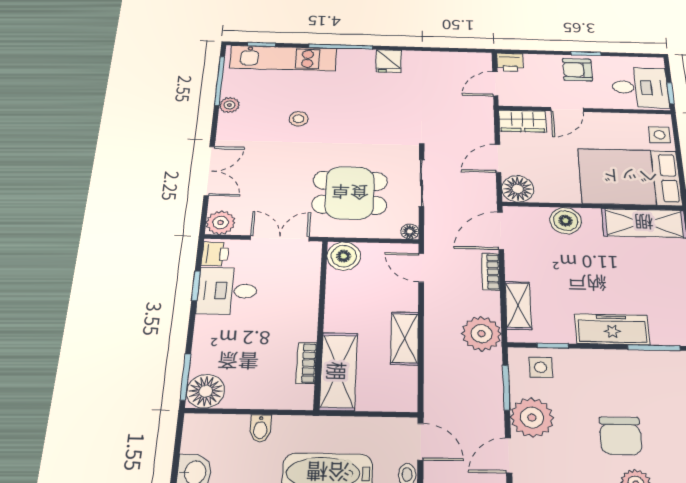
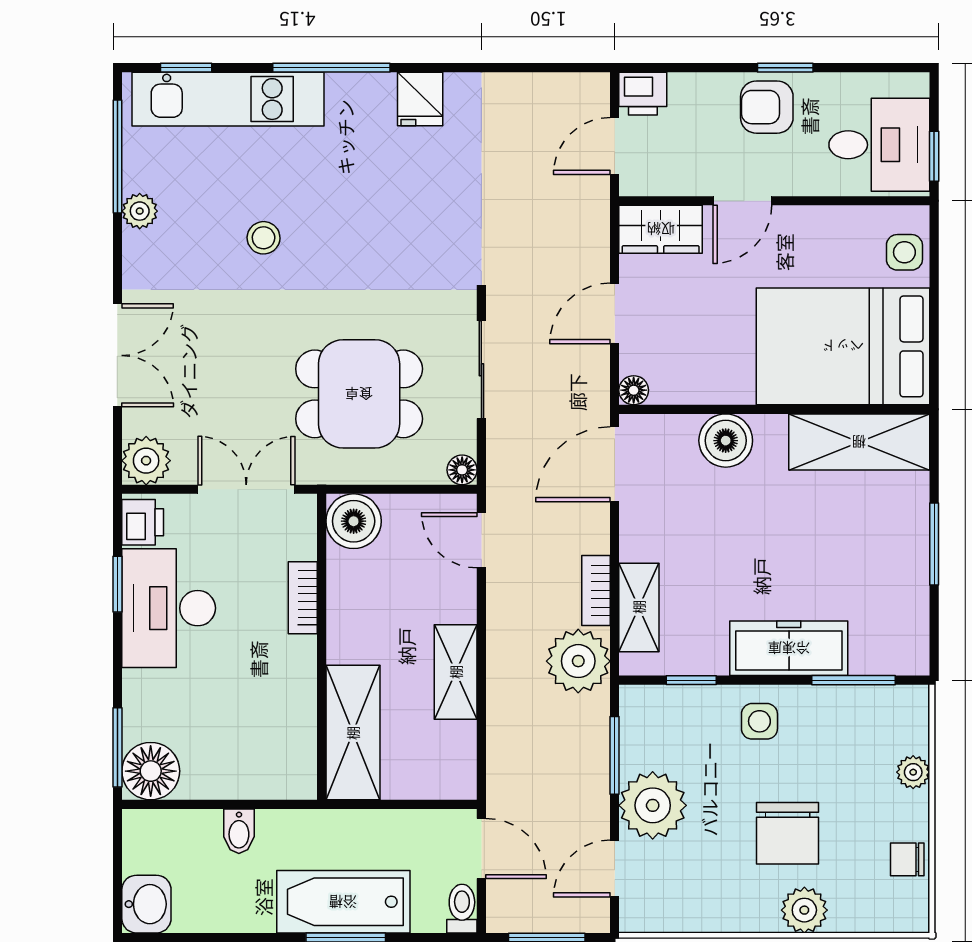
floor lamp: (518, 189) -> (634, 390), width x0.53, depth x0.53
bookcase: (491, 272) -> (596, 590), moved
desk: (227, 291) -> (169, 608), width x1.37
bookcase: (307, 363) -> (303, 598), moved
side table: (541, 367) -> (759, 721), moved

